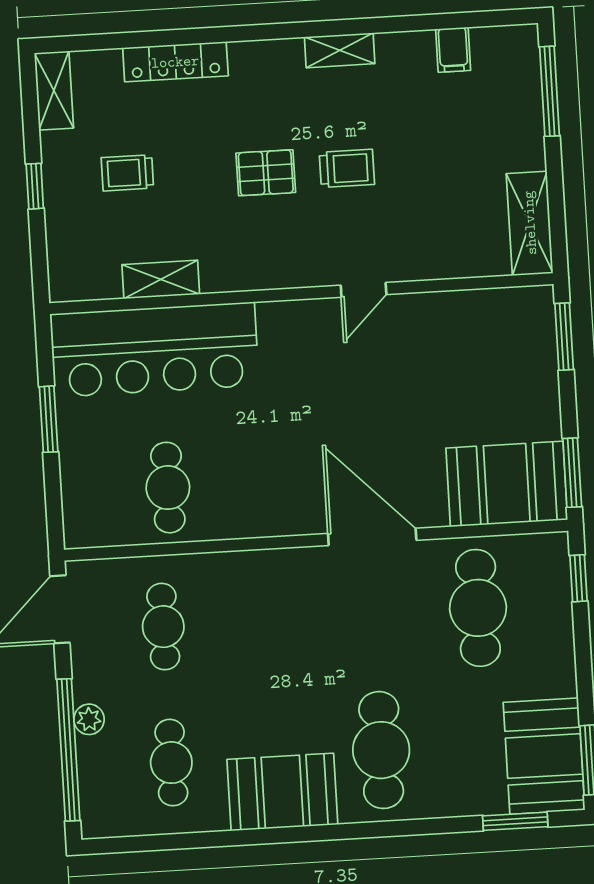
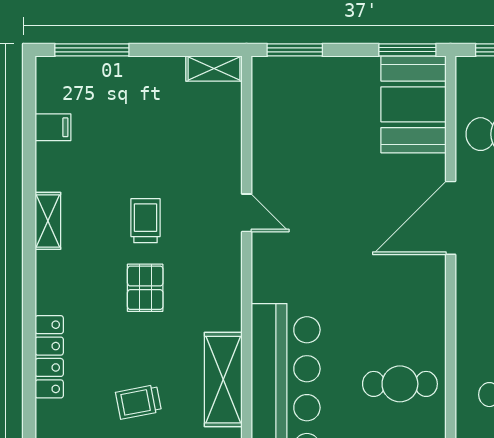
trolley: (127, 173) -> (138, 402), turned 79
shelving: (530, 223) -> (214, 68), width x0.67, depth x0.75
shelving: (161, 279) -> (223, 380), width x1.50, depth x1.33

